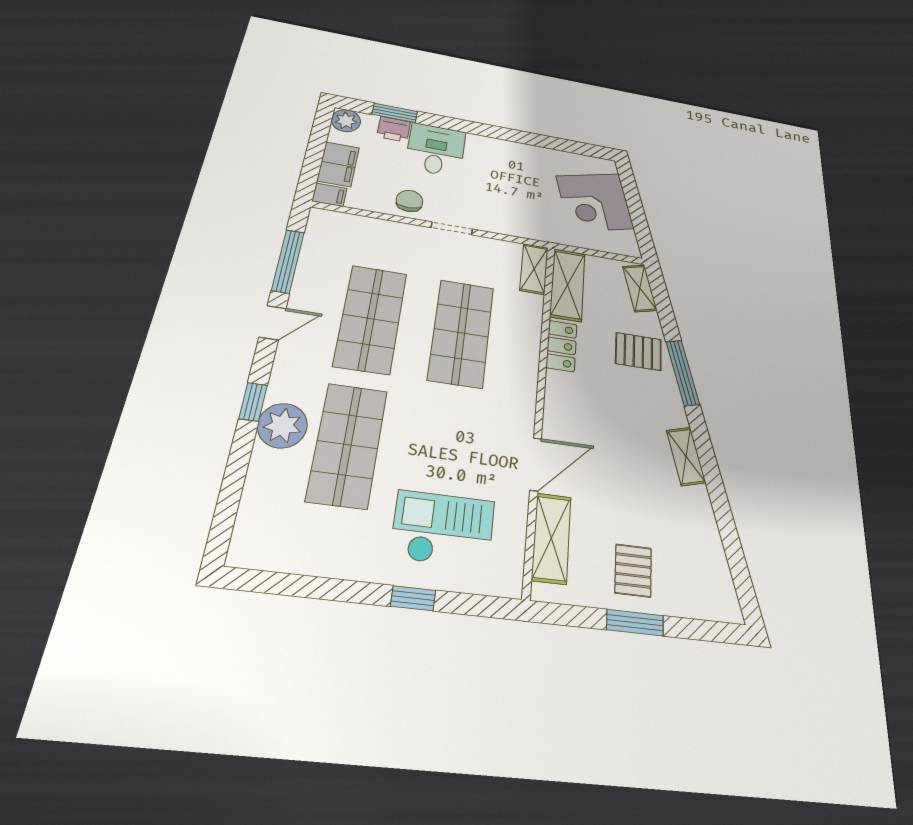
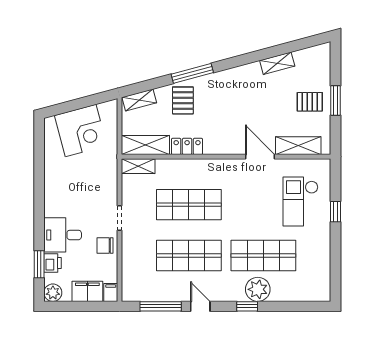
shelving: (686, 456) -> (277, 63), moved

